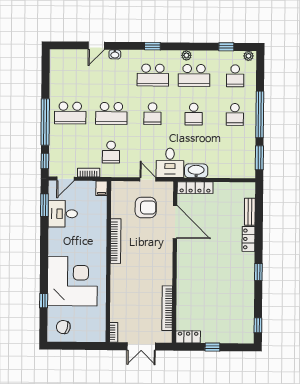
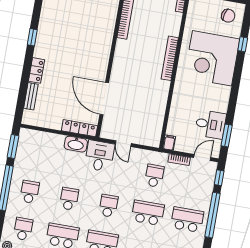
armchair: (146, 208) -> (130, 117), removed
bookcase: (116, 241) -> (170, 58), moved

